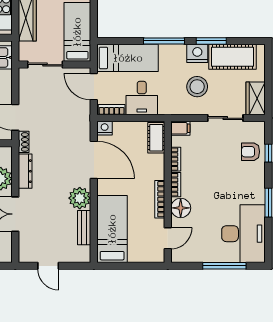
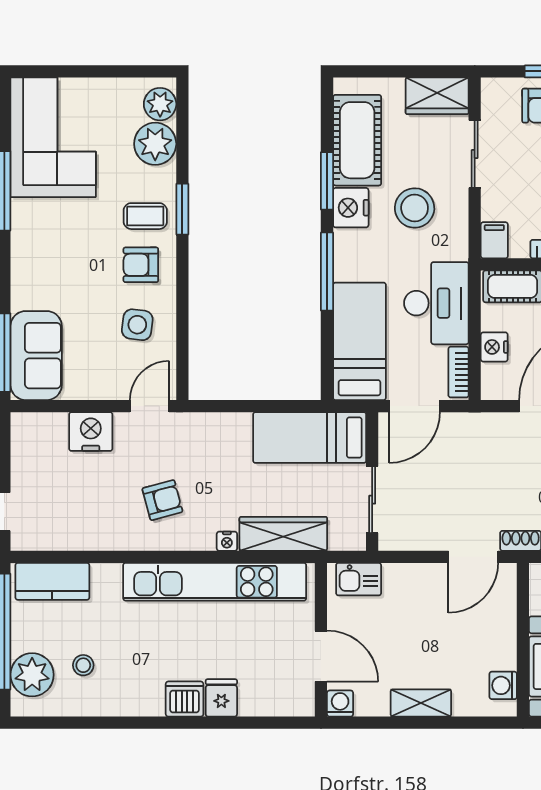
desk: (142, 98) -> (436, 303), width x1.37
nightstand: (105, 128) -> (494, 347), moved

